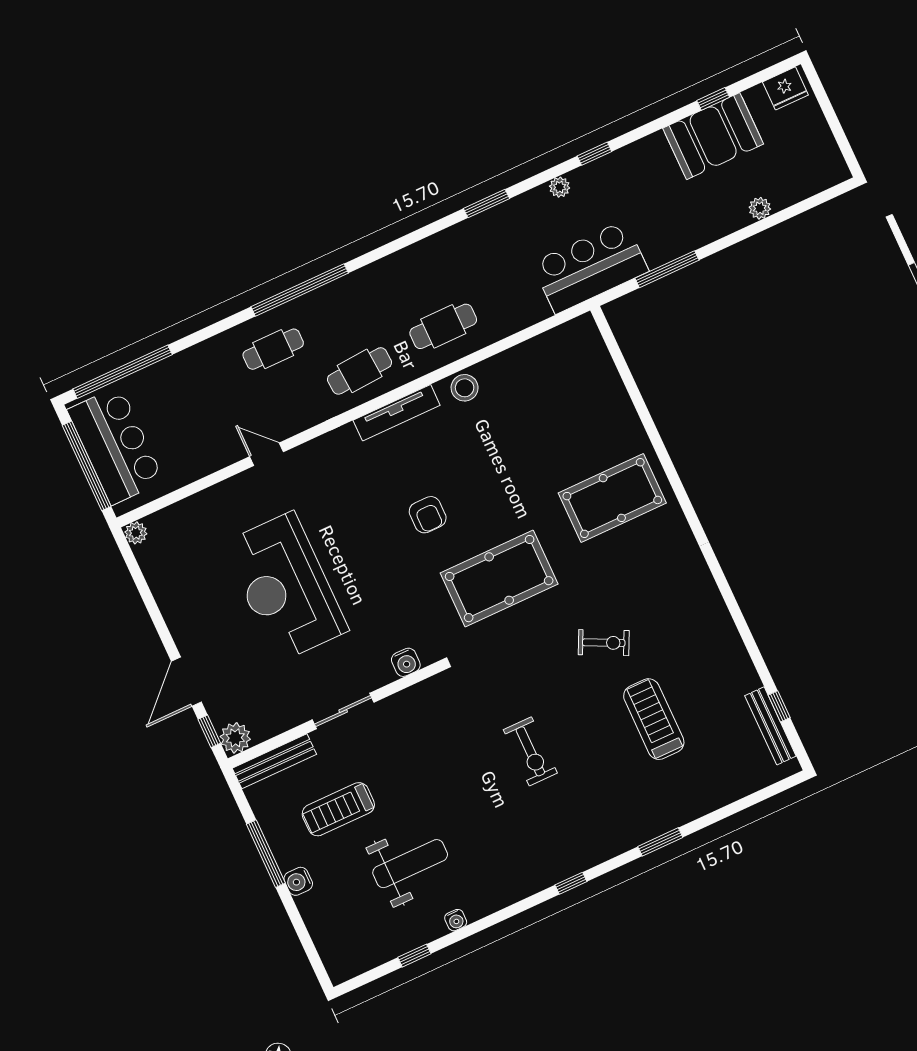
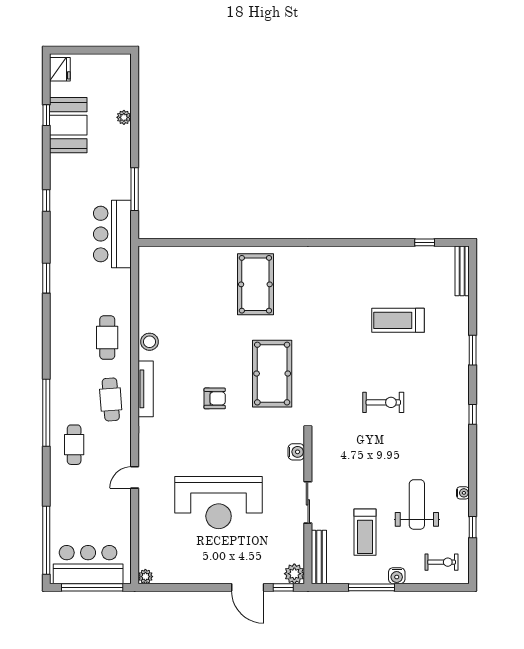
plant: (560, 187) -> (56, 230), removed
exercise bike: (604, 643) -> (442, 562), moved, turned 64
bench: (770, 726) -> (462, 271), moved, turned 90

